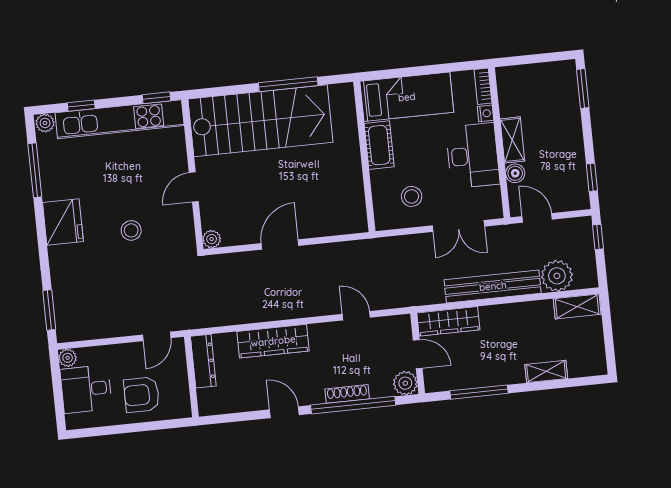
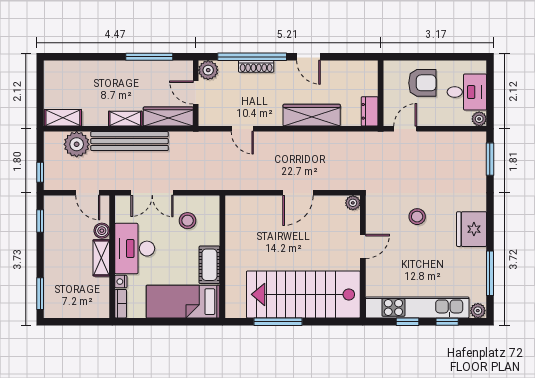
window: (156, 98) -> (408, 322), moved
double door: (458, 226) -> (152, 193), swing flipped
dresser: (203, 361) -> (370, 111), width x0.70
shelving: (546, 371) -> (125, 119), moved

